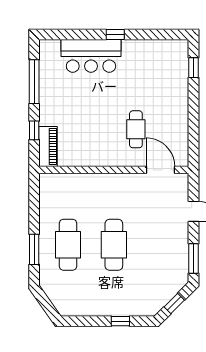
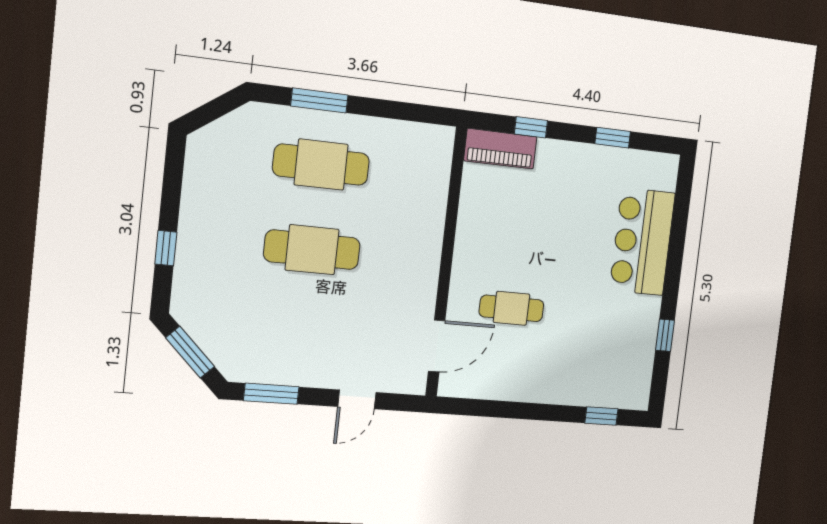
window: (115, 35) -> (665, 335), moved
window: (34, 82) -> (613, 138), width x0.46
window: (174, 303) -> (190, 352), width x1.50

